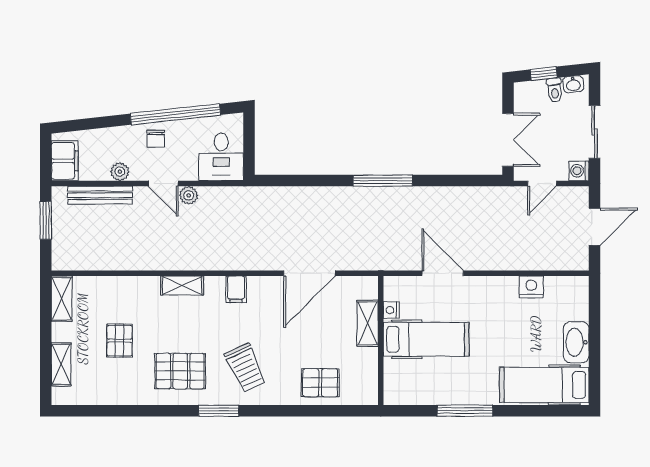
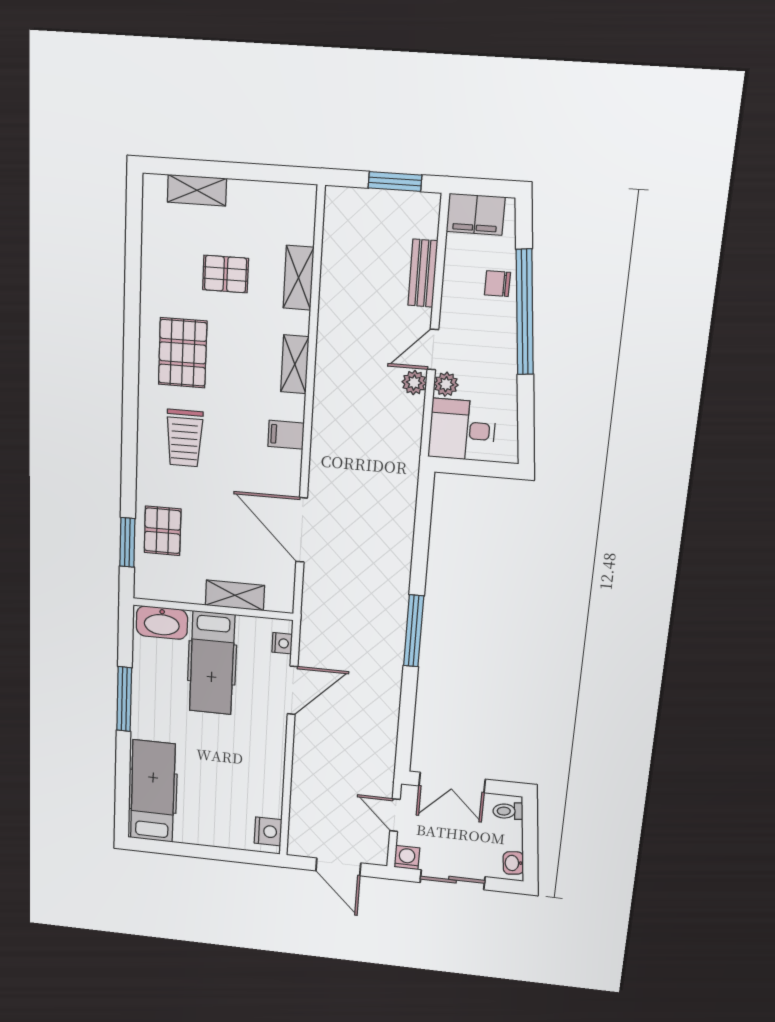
window: (544, 74) -> (530, 832), removed
toilet: (555, 90) -> (508, 811), moved
window: (175, 114) -> (525, 312), moved
chair: (156, 139) -> (497, 284), moved
plant: (120, 172) -> (446, 384), moved
bench: (100, 195) -> (423, 273), width x0.73
nightstand: (531, 287) -> (268, 831), moved
shelving: (62, 299) -> (299, 278), moved, turned 90
nightstand: (391, 310) -> (282, 643), moved, turned 90
washbasin: (576, 342) -> (162, 623), moved, turned 180
trolley: (245, 368) -> (184, 438), turned -65
window: (219, 411) -> (127, 542), moved

